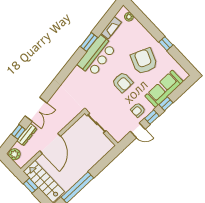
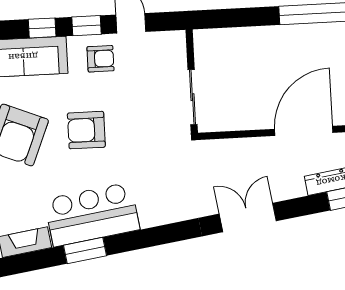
armchair: (122, 82) -> (86, 130), turned -90
double door: (36, 109) -> (248, 217), moved

